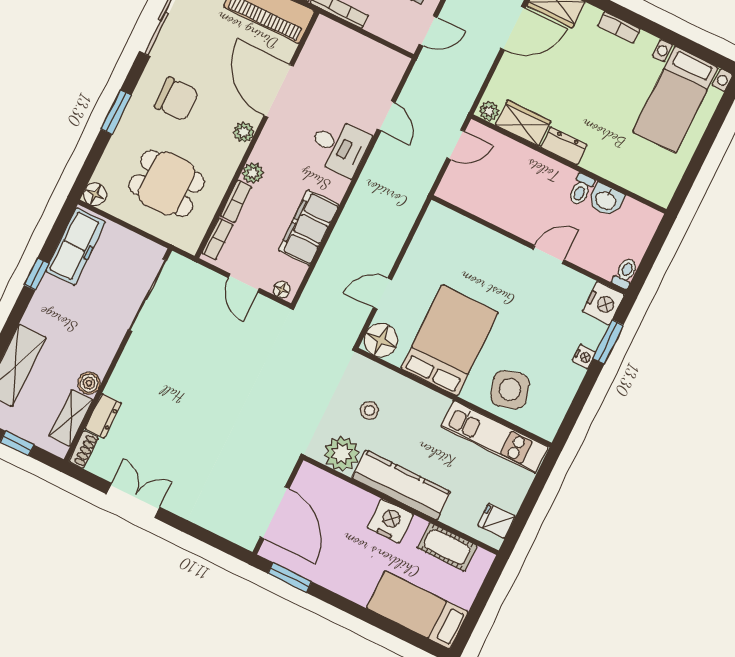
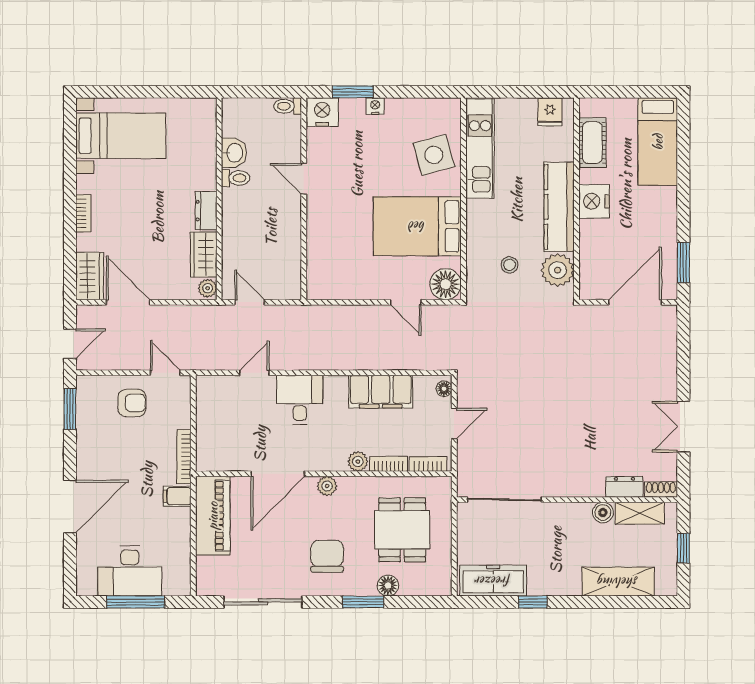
floor lamp: (95, 194) -> (388, 585), moved

